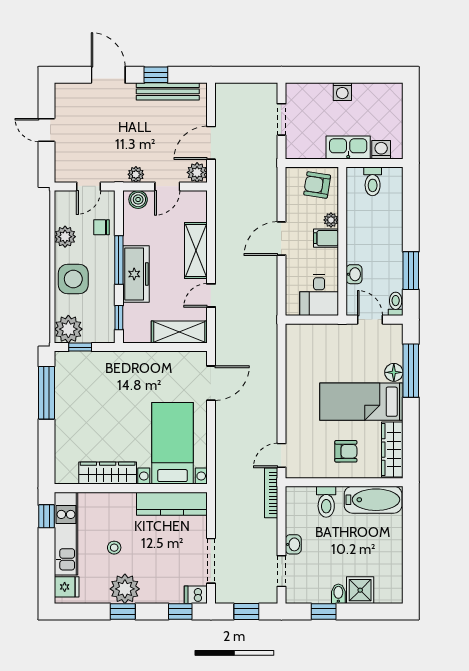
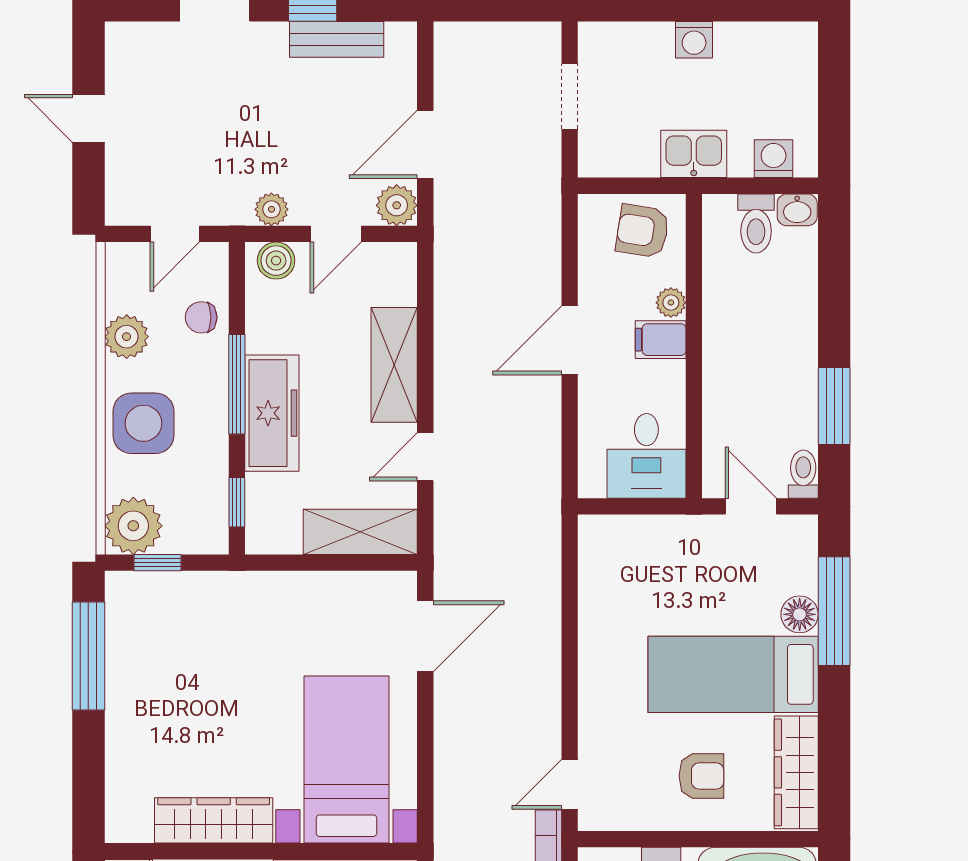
bench: (168, 91) -> (337, 39), width x0.73
kitchen sink: (348, 147) -> (694, 154), width x0.73
washbasin: (354, 274) -> (797, 210), moved, turned 90

